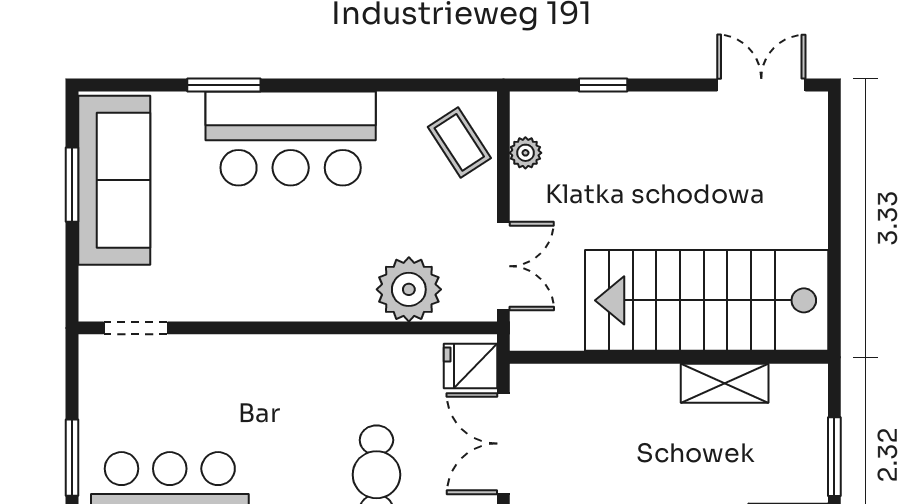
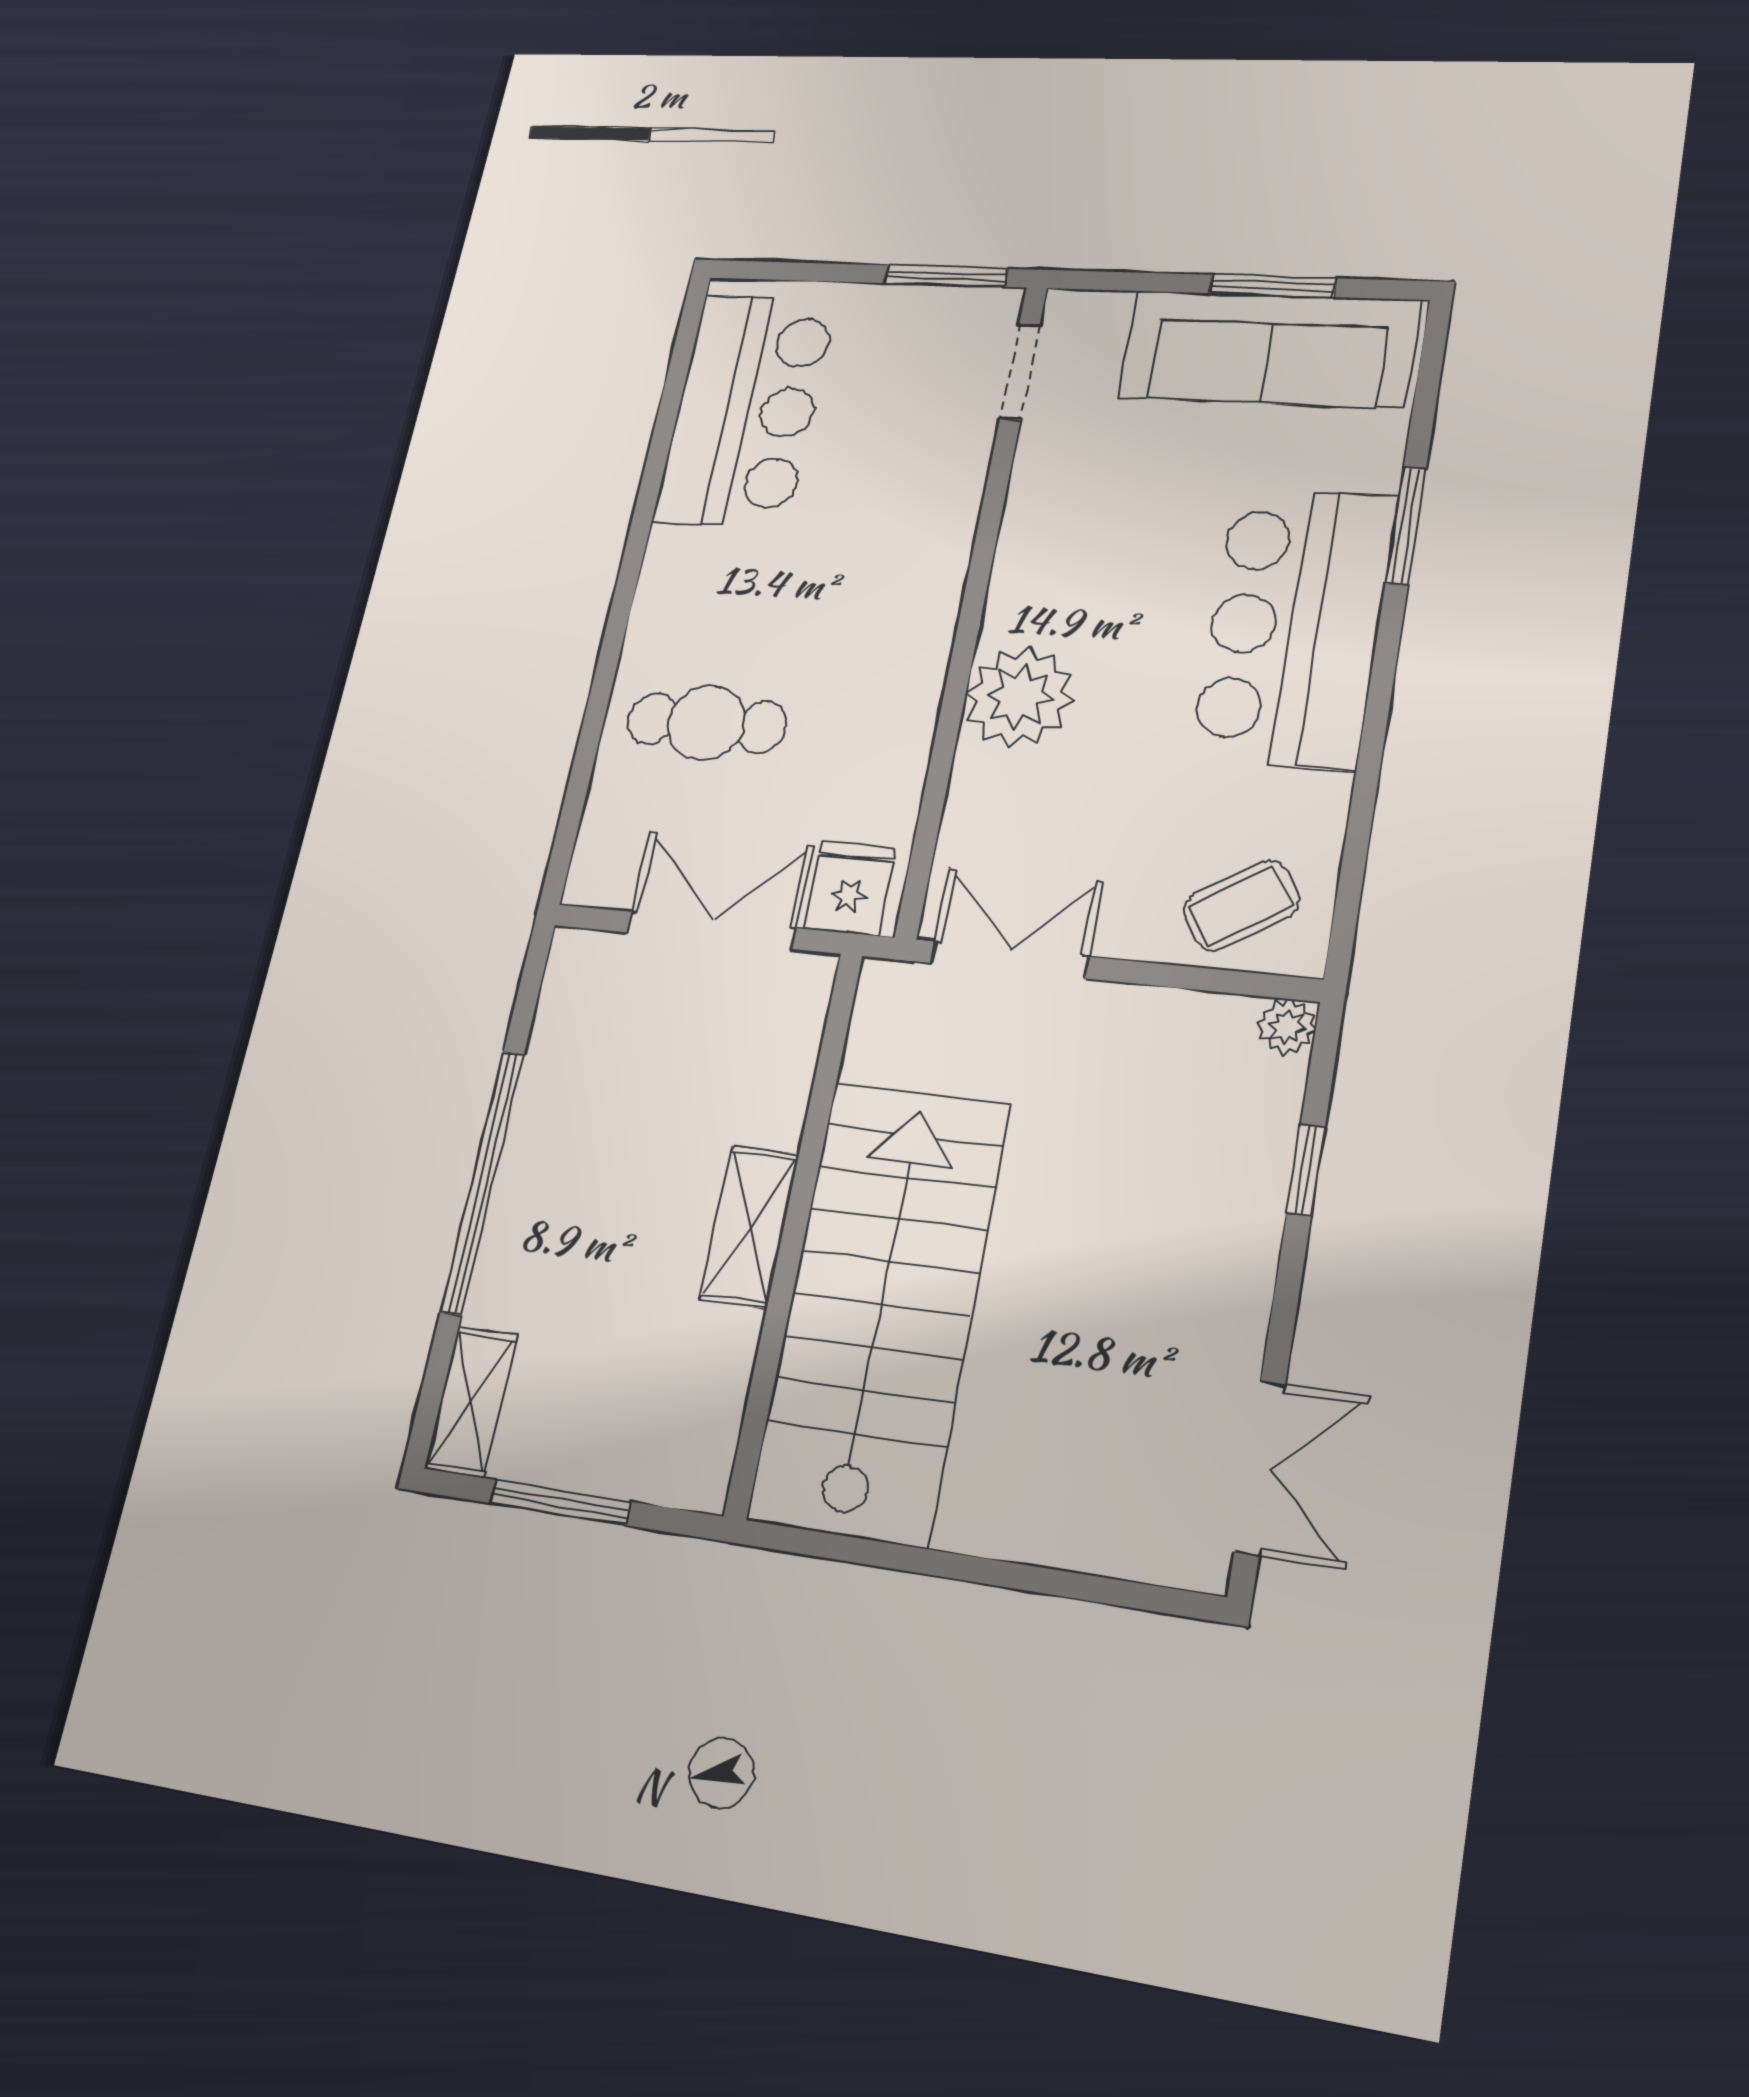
plant: (525, 153) -> (1287, 1027), moved
double door: (503, 266) -> (1009, 960), swing flipped
plant: (409, 289) -> (1020, 697), moved
shelving: (725, 383) -> (750, 1227), moved
window: (72, 458) -> (946, 276), moved

